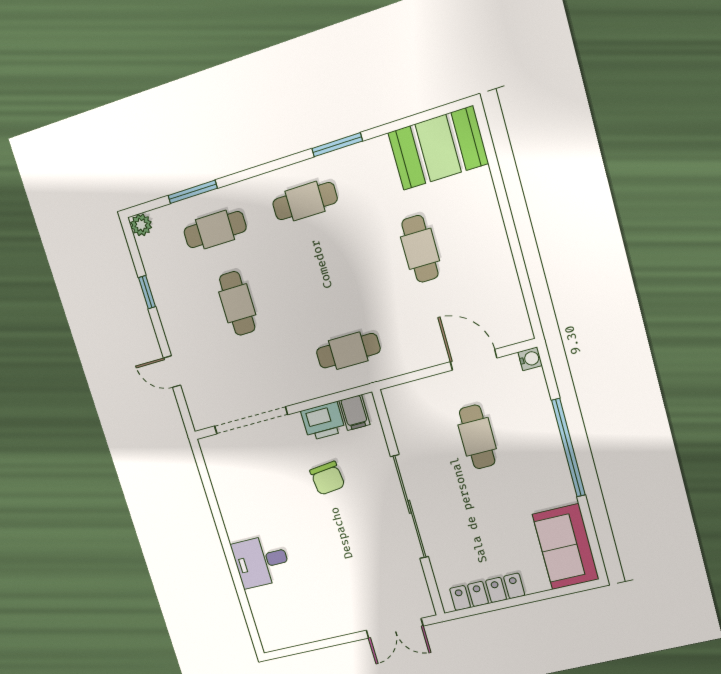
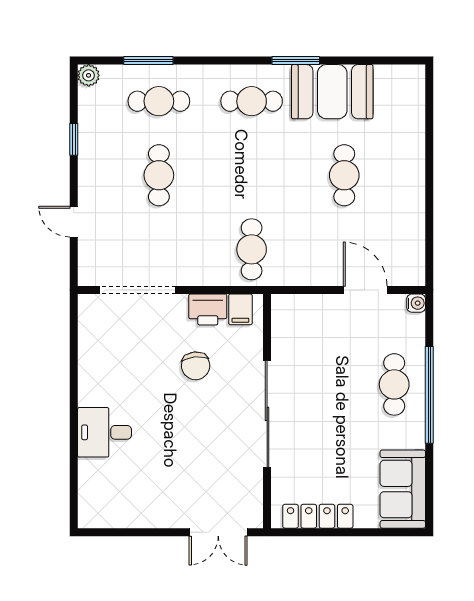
booth: (438, 148) -> (332, 92), moved
cafe table: (348, 351) -> (252, 249), turned 90
cafe table: (477, 437) -> (394, 384), moved

